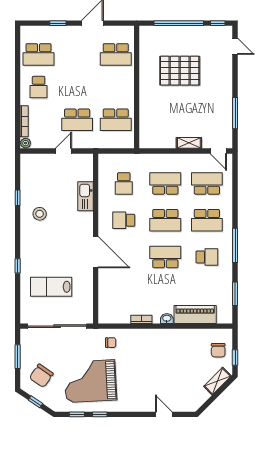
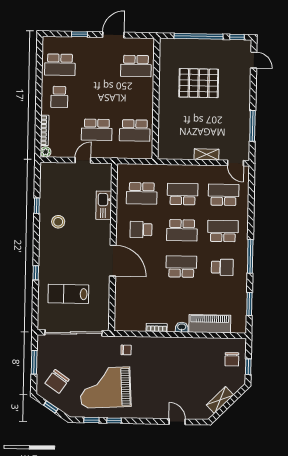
school desk: (124, 183) -> (142, 193), width x1.85
school desk: (207, 220) -> (223, 231), turned 180
shelving: (217, 381) -> (220, 400), moved

